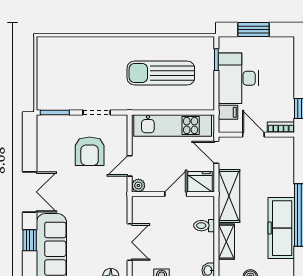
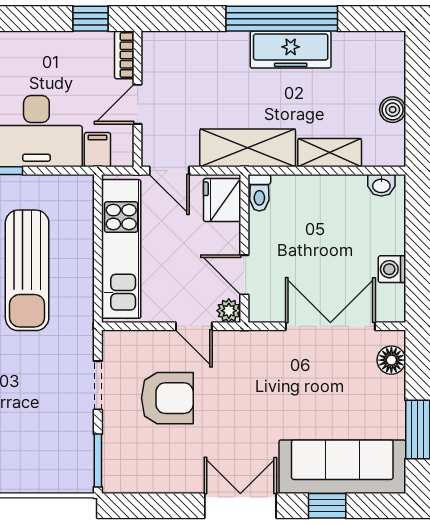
door: (216, 152) -> (169, 171), hinge flipped
door: (176, 194) -> (244, 275), moved
toilet: (204, 226) -> (259, 193), moved
freezer: (281, 228) -> (291, 50), width x0.73, depth x0.79
double door: (130, 242) -> (330, 326), width x1.37

